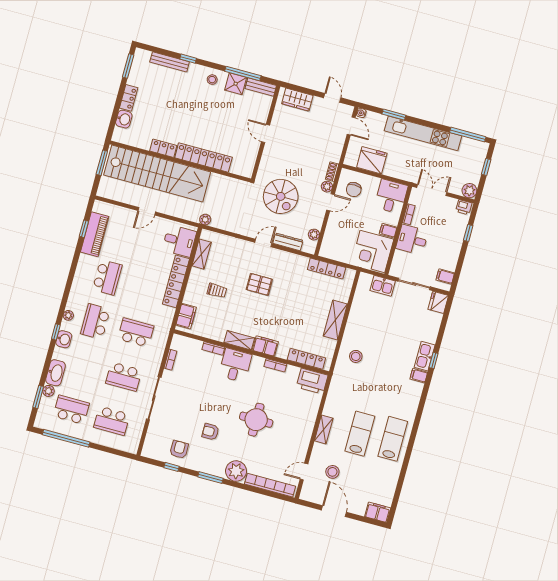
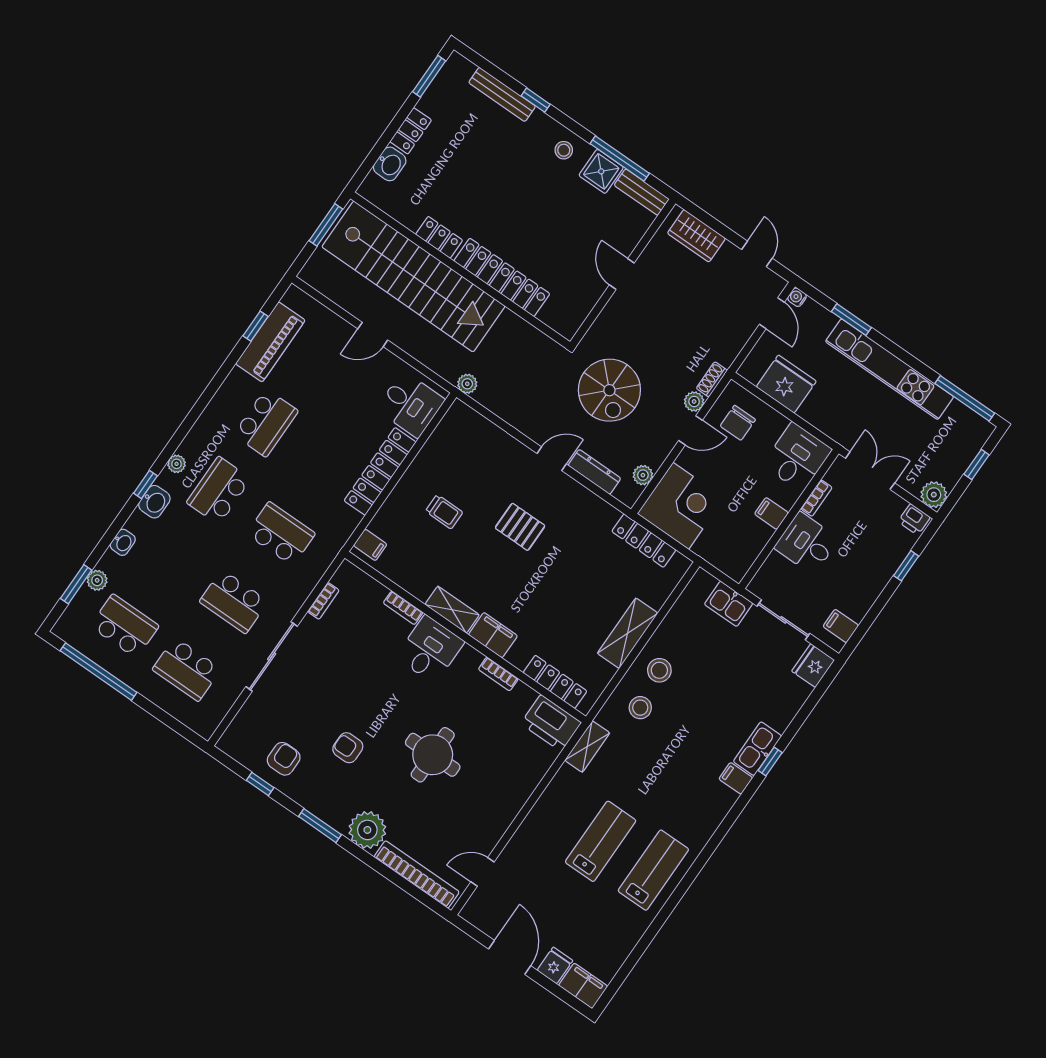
corner desk: (372, 251) -> (681, 506), moved, turned 180
shelving: (202, 254) -> (440, 440), removed
filing cabinet: (186, 316) -> (370, 545), width x0.50
washbasin: (56, 373) -> (123, 542), width x0.52, depth x0.69
shelving: (324, 430) -> (587, 747), moved
stool: (332, 472) -> (659, 670), moved
fridge: (359, 507) -> (555, 965), added

